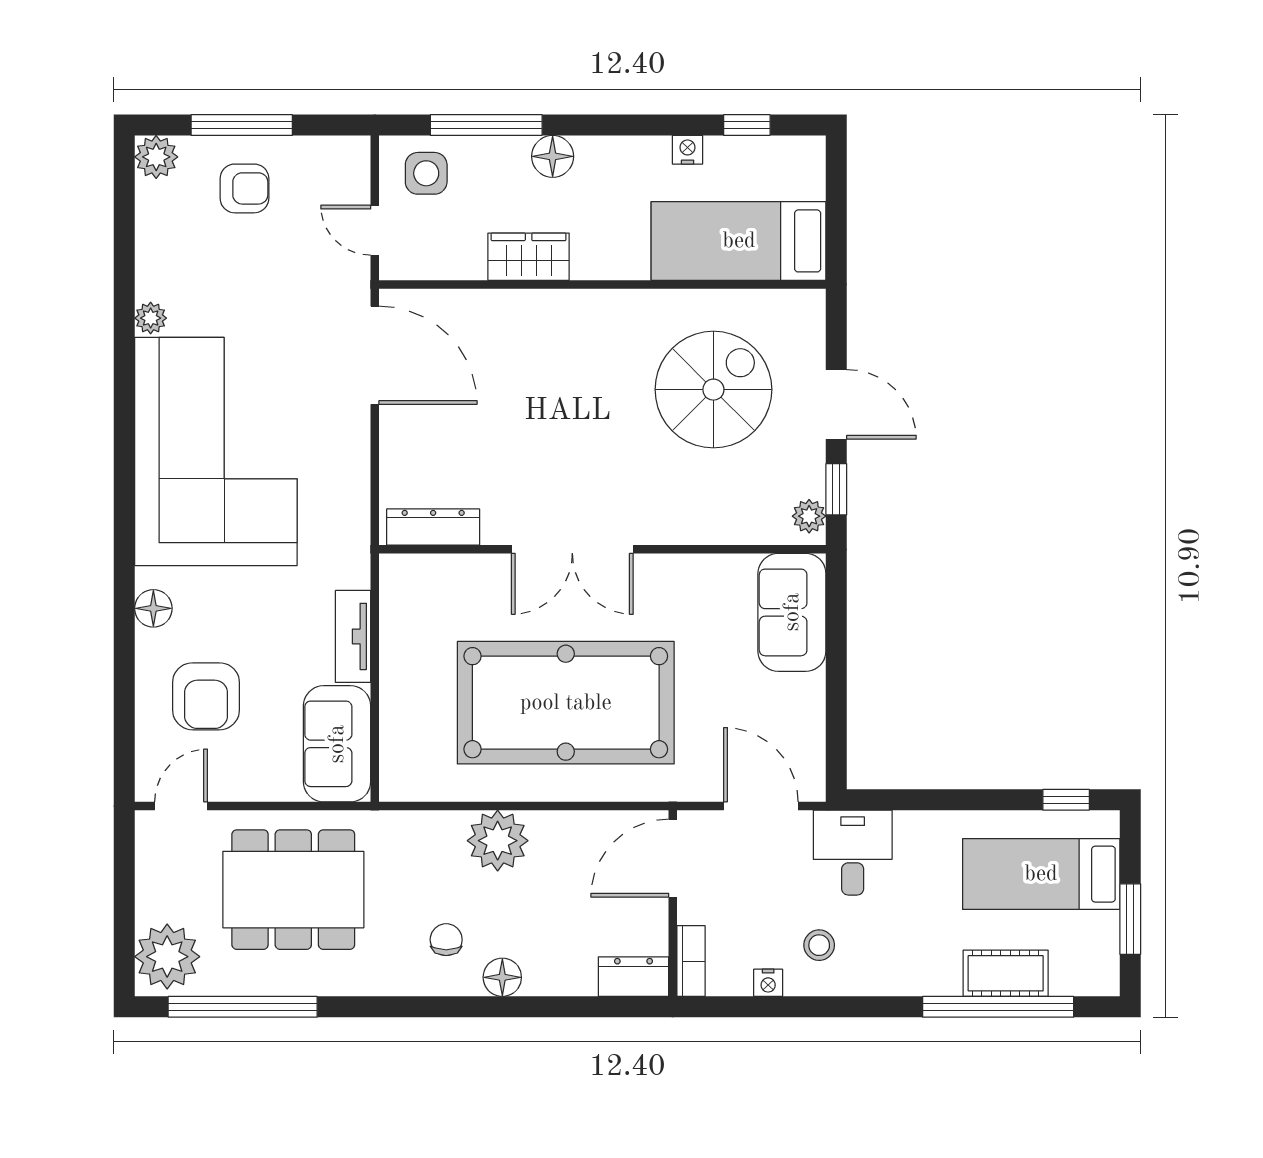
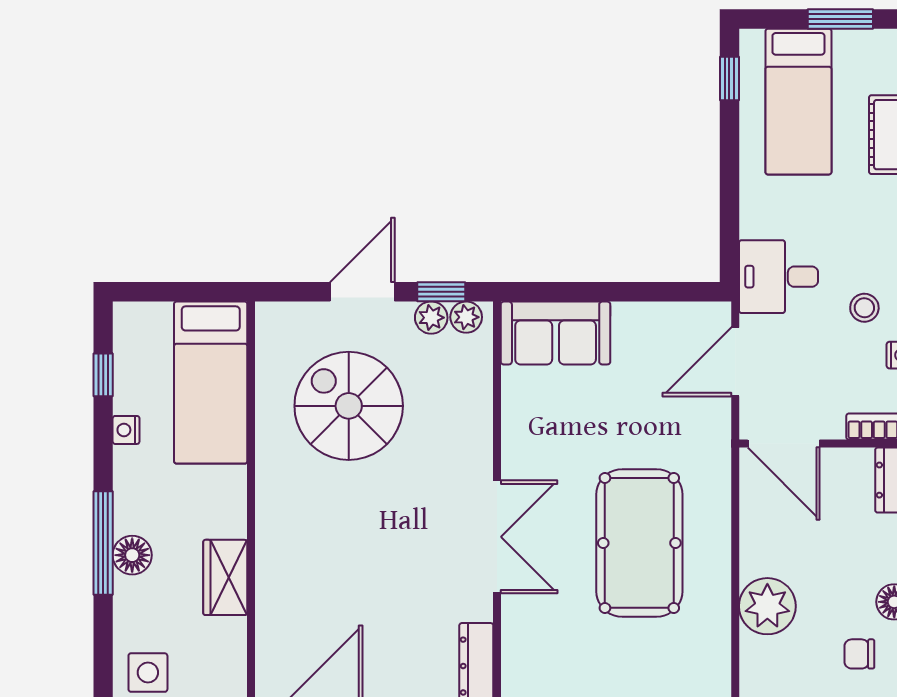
window: (486, 125) -> (103, 543), moved
plant: (809, 478) -> (431, 318), added
pool table: (566, 703) -> (639, 543), width x0.73, depth x0.76

